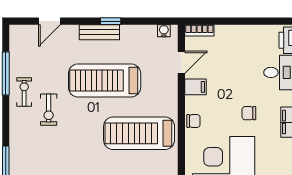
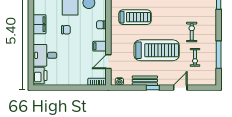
door: (49, 21) -> (180, 88), moved
bench: (99, 32) -> (145, 81), moved
exercise bike: (24, 92) -> (195, 57), moved
treadmill: (139, 133) -> (135, 17), width x0.73, depth x0.73

